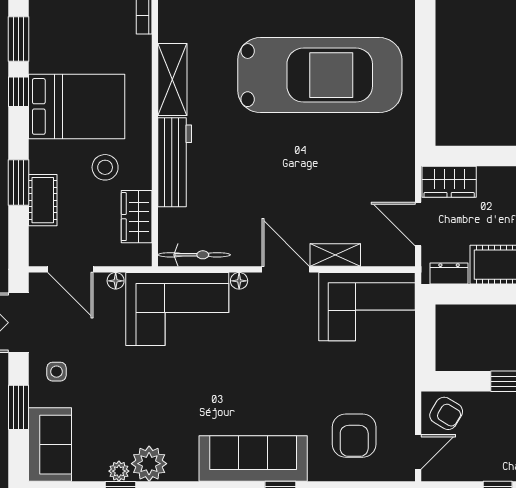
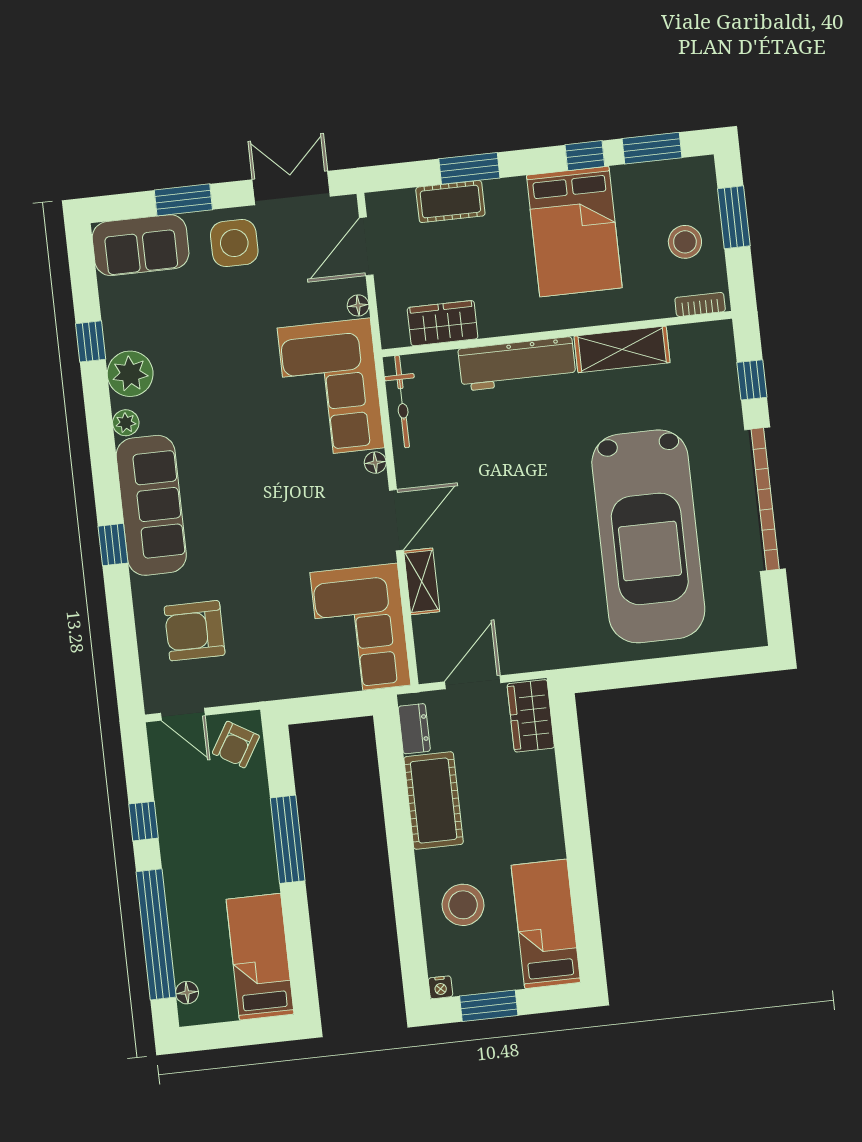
stool: (105, 167) -> (685, 242), moved
side table: (56, 372) -> (234, 243), width x1.87, depth x1.87
plant: (119, 471) -> (126, 423), moved

